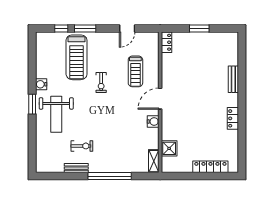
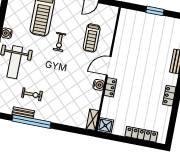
locker: (166, 42) -> (110, 87), moved
shower: (169, 148) -> (105, 126), moved
window: (110, 176) -> (31, 122), moved

